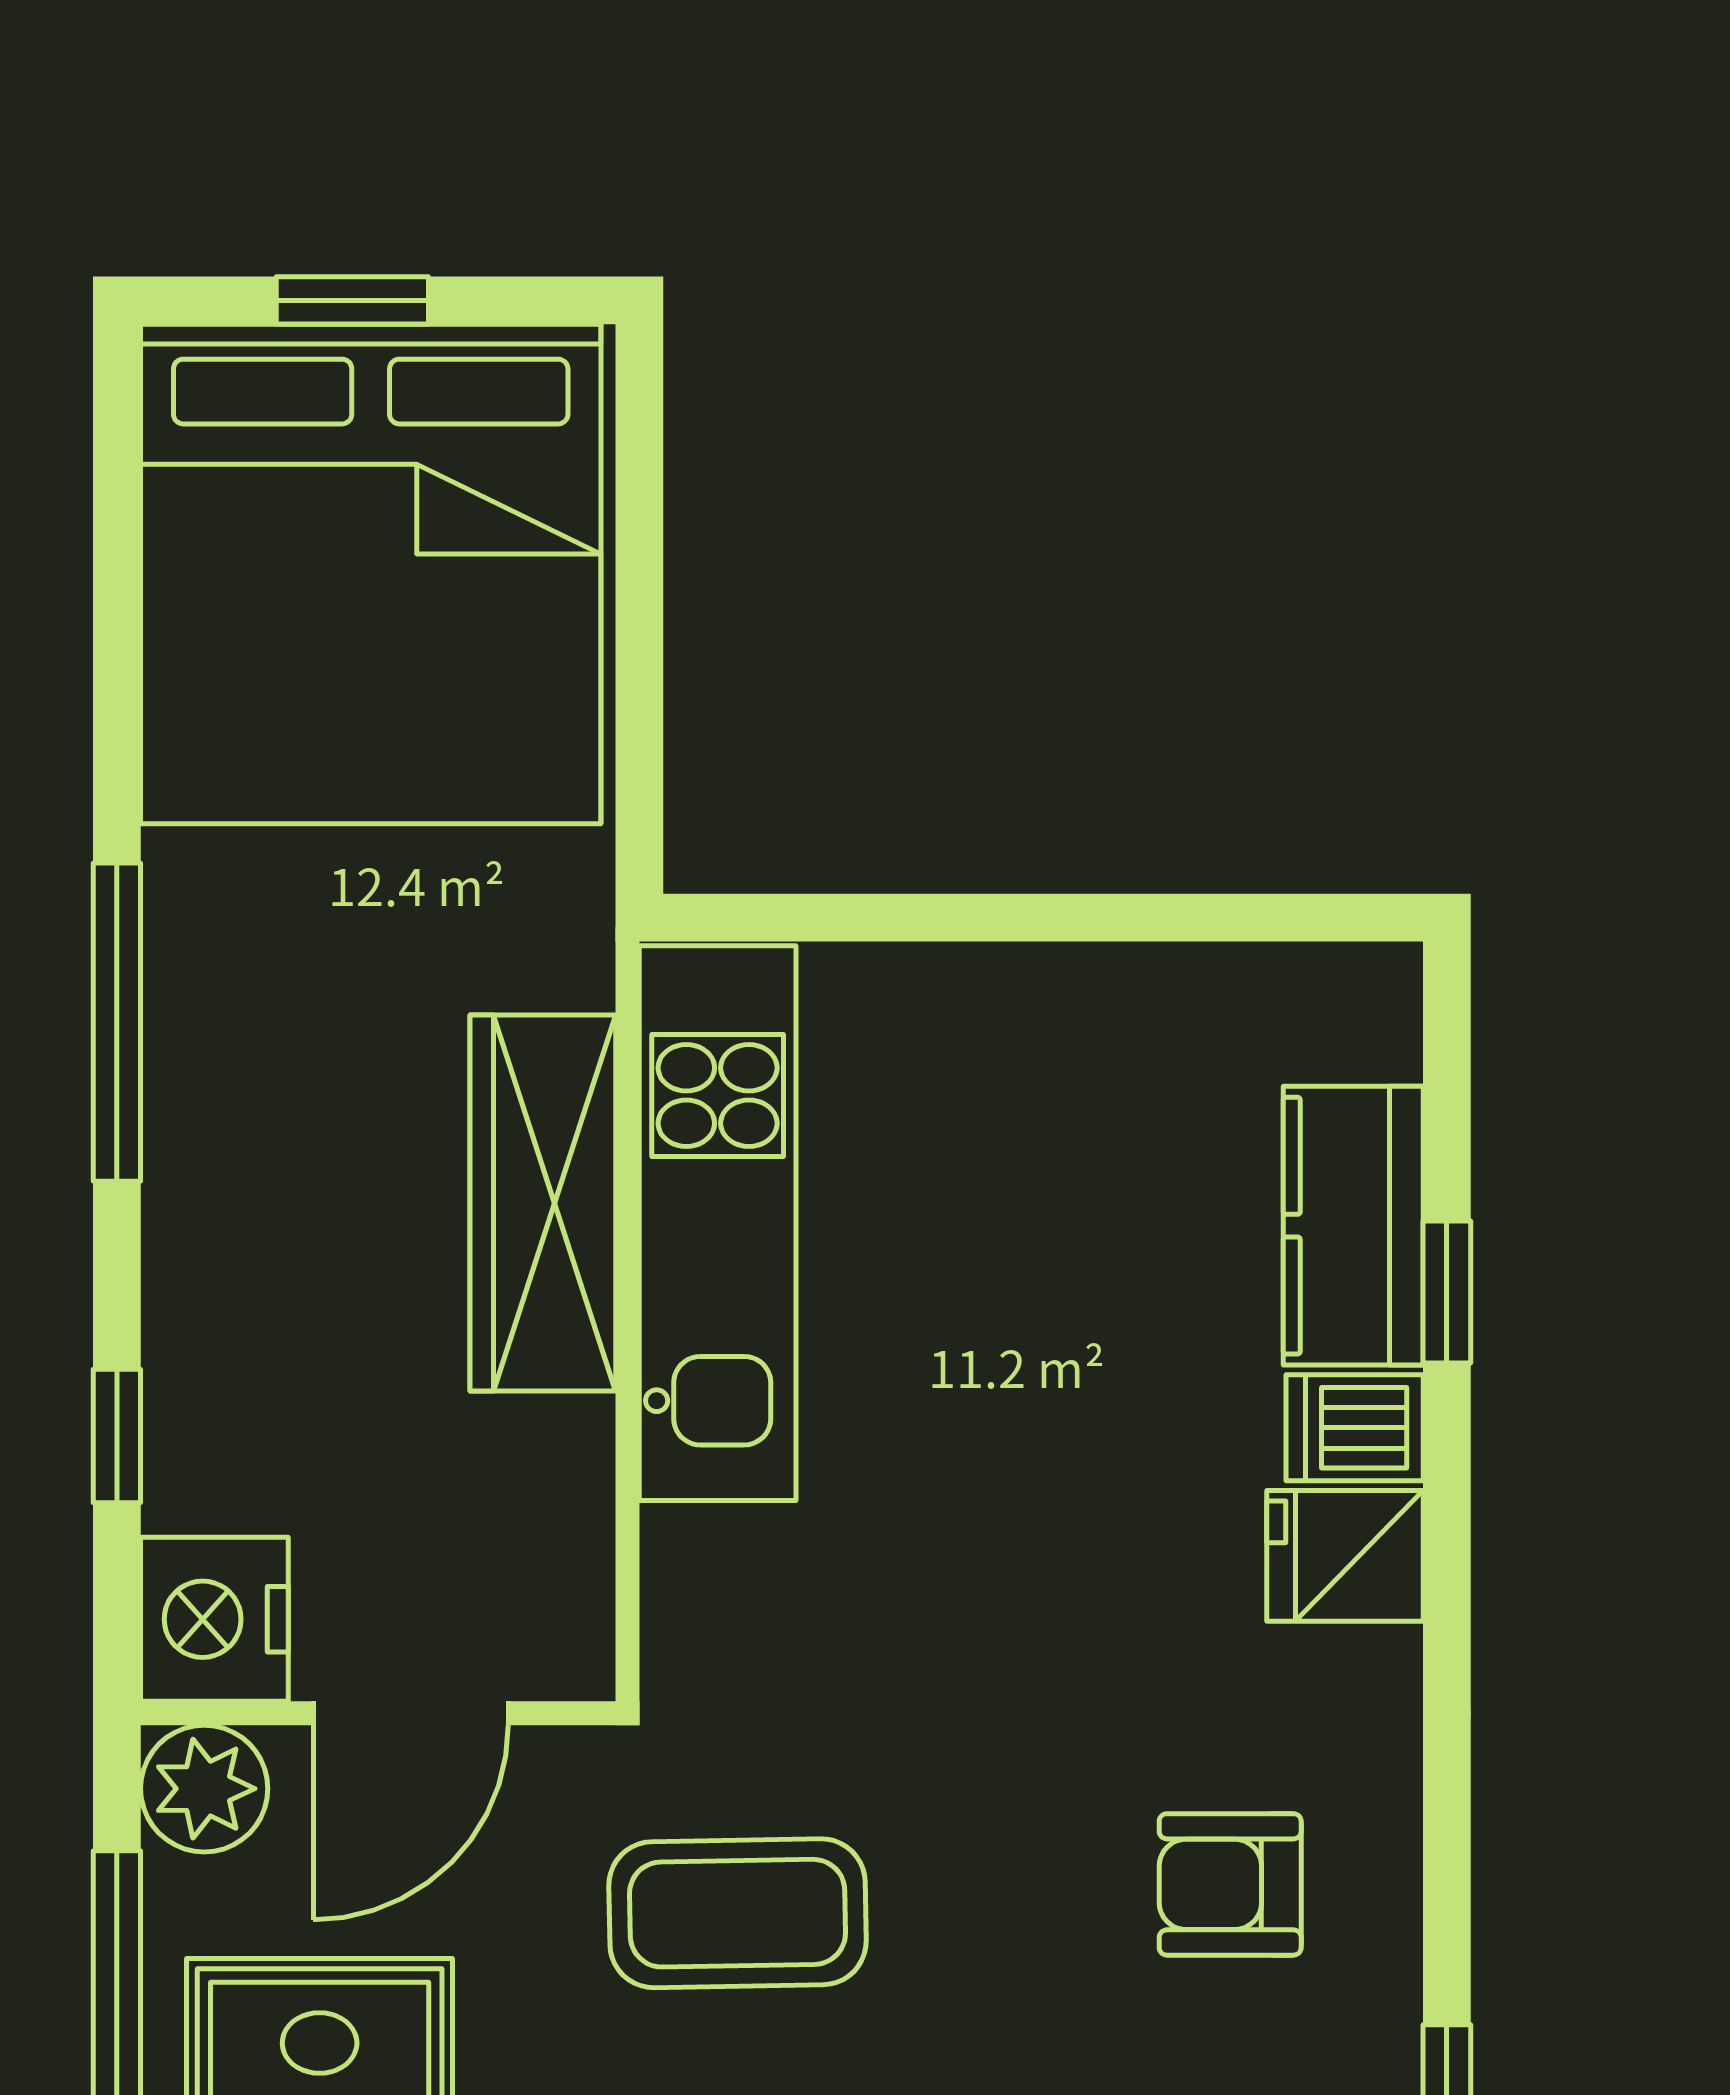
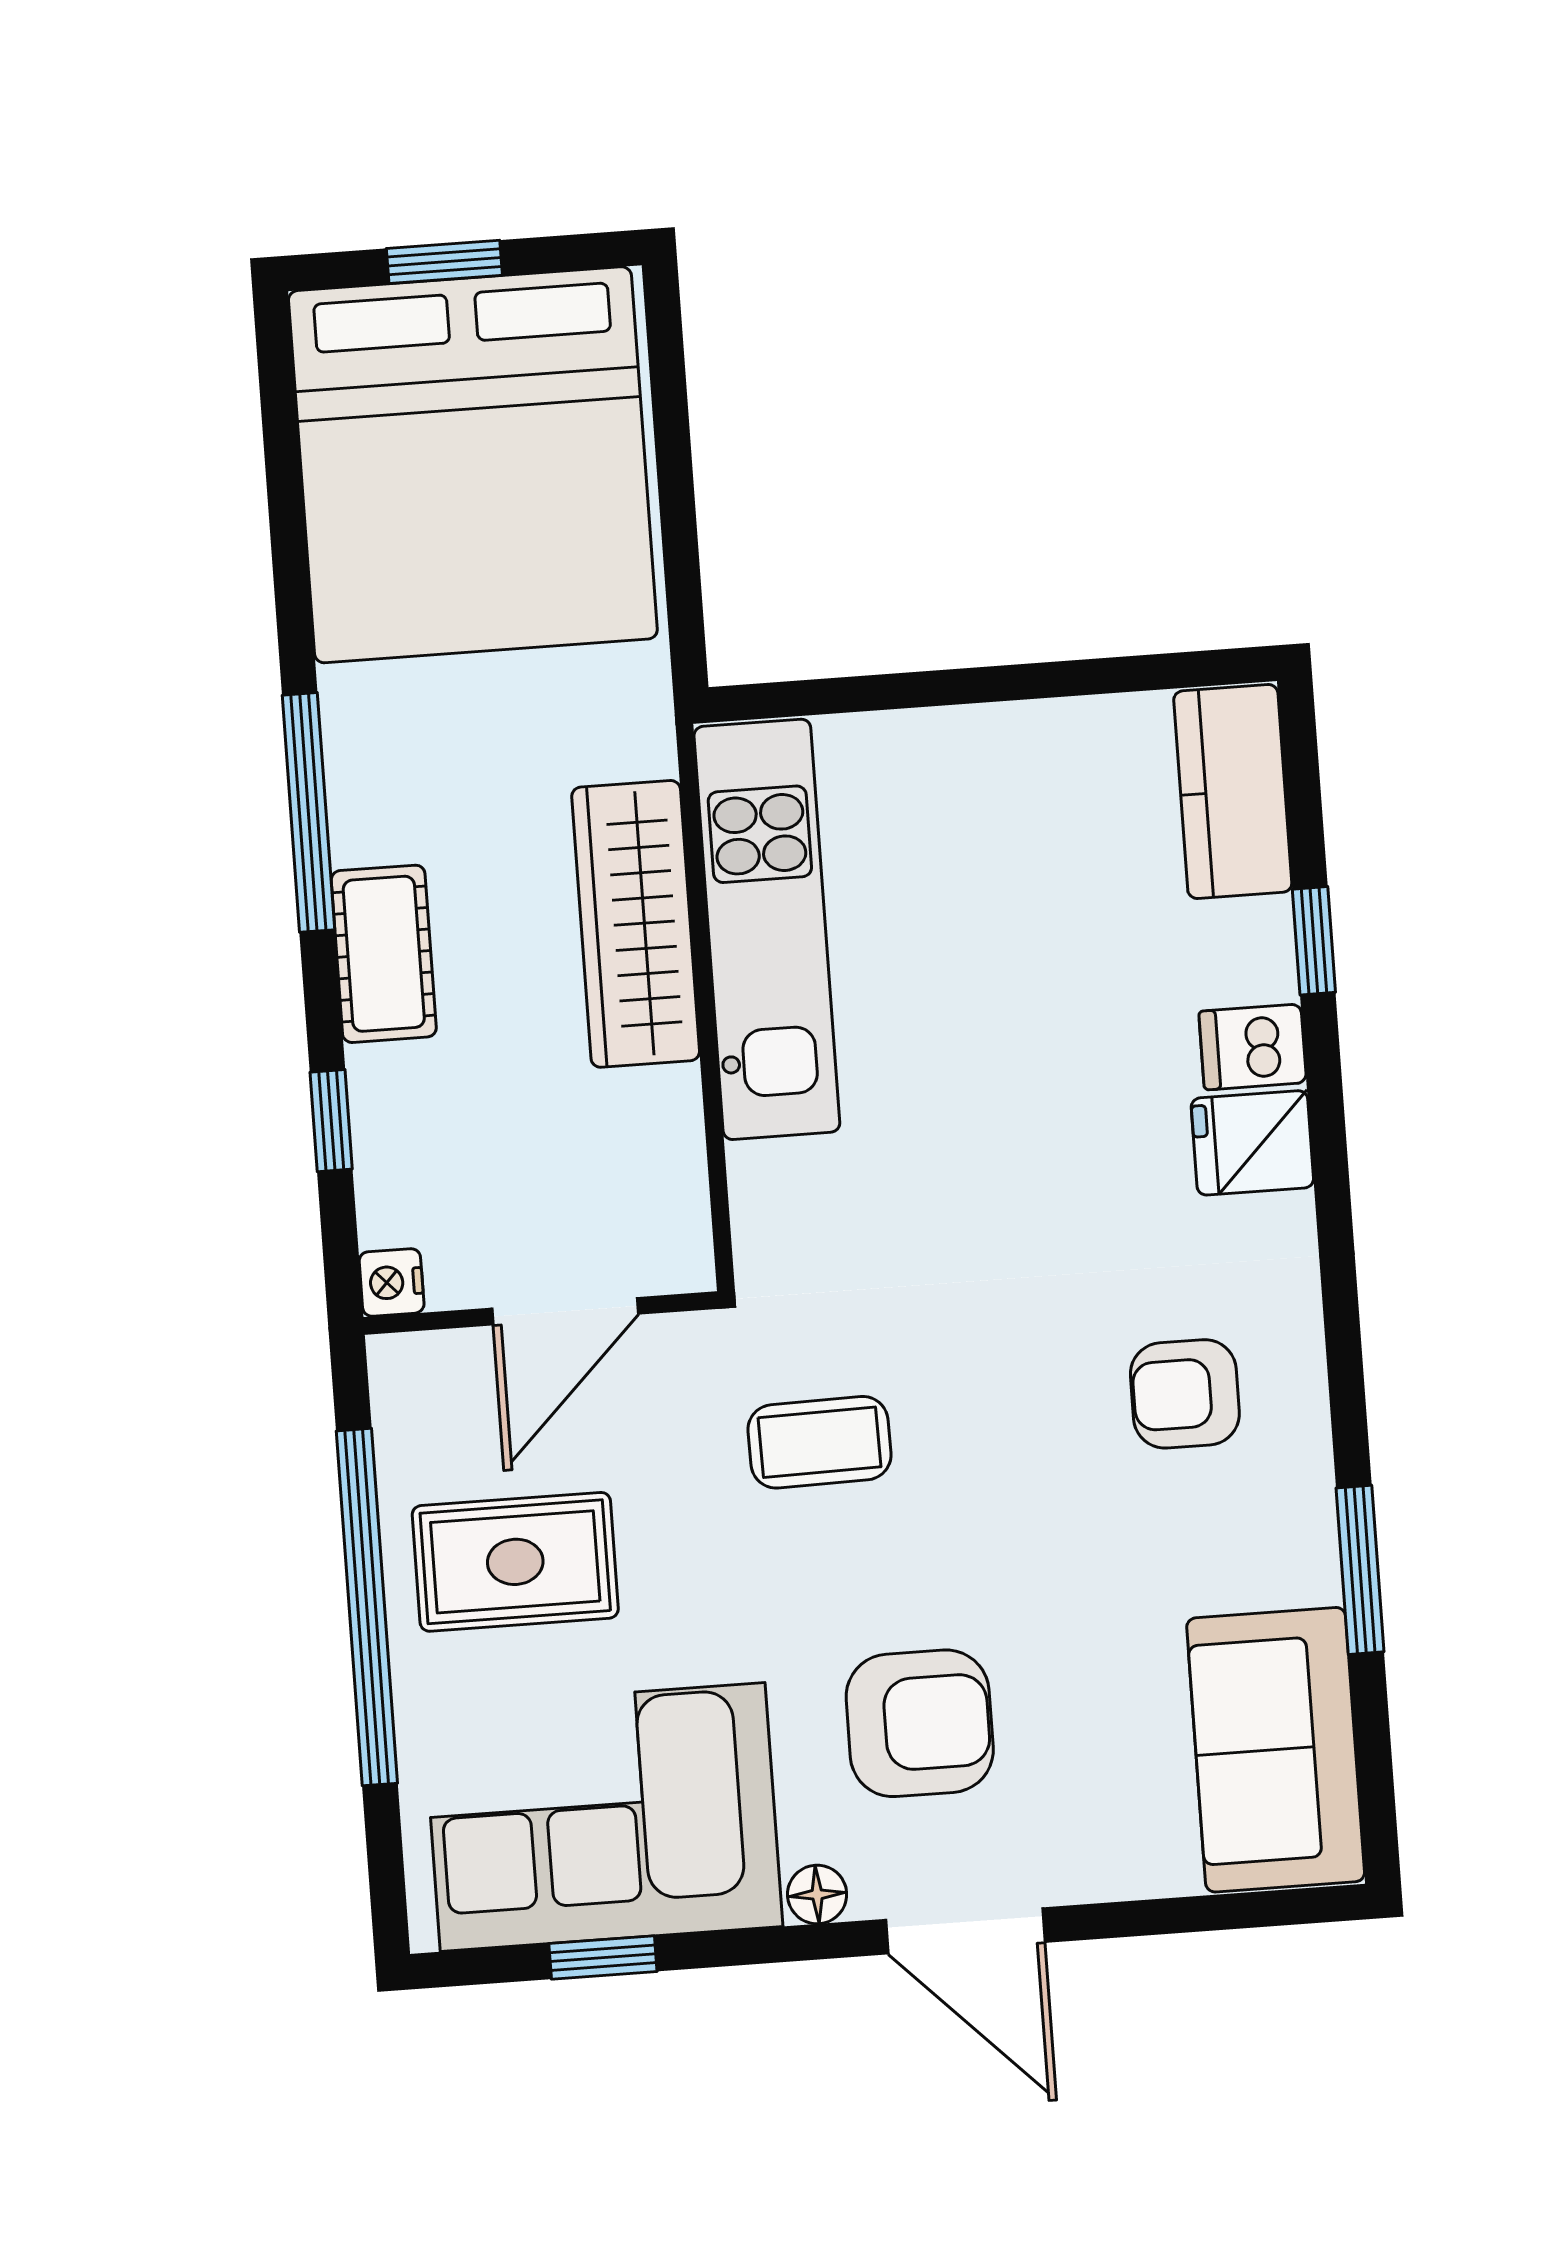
cot: (204, 1218) -> (384, 954), added
kitchen counter: (1353, 1226) -> (1233, 792), moved
nightstand: (214, 1619) -> (392, 1282), width x0.53, depth x0.56
plant: (204, 1789) -> (415, 1379), removed
coffee table: (738, 1913) -> (819, 1442), width x0.73, depth x0.77

